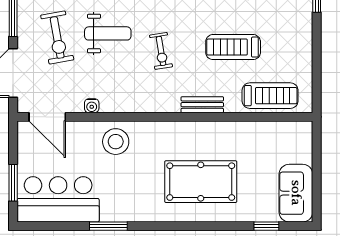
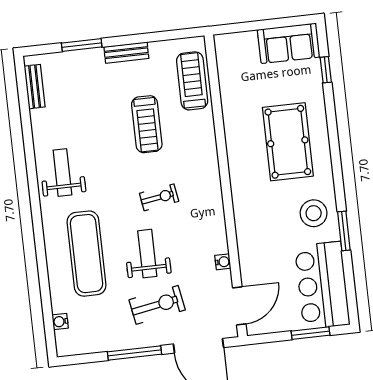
bench: (202, 105) -> (126, 53), moved, turned 90
stool: (116, 142) -> (314, 213), moved

